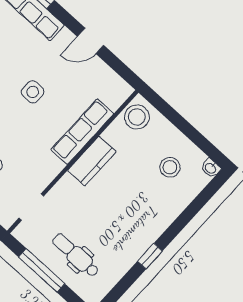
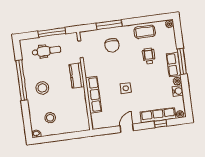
stool: (137, 117) -> (42, 88), moved
kitchen counter: (92, 161) -> (77, 75), moved
window: (150, 256) -> (21, 80), width x3.17

